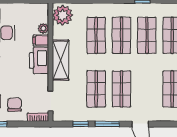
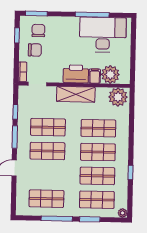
plant: (43, 28) -> (110, 75), width x1.88, depth x1.88

